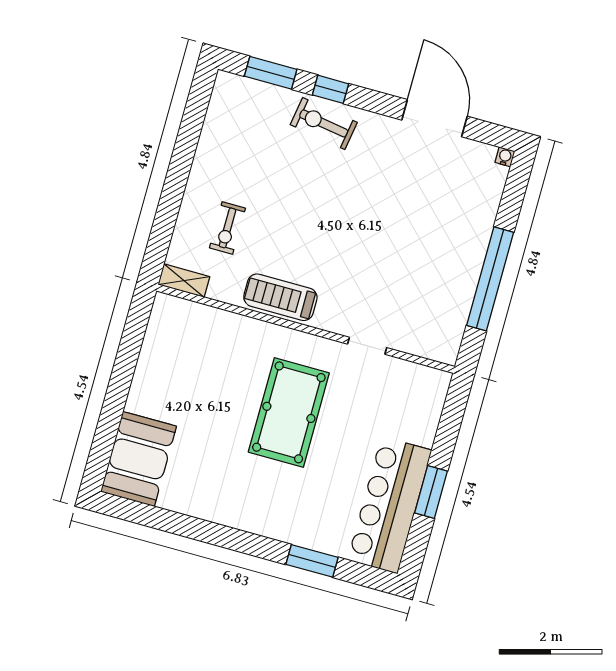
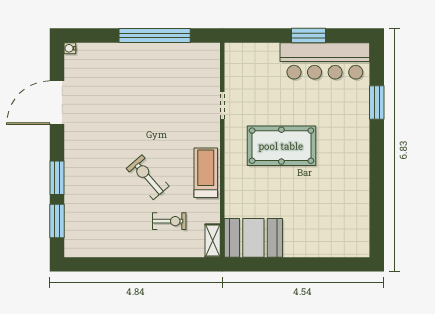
window: (331, 89) -> (57, 178), width x1.50
exercise bike: (324, 123) -> (148, 177), moved, turned 130
treadmill: (280, 297) -> (206, 173), turned 180
booth: (139, 459) -> (253, 238), moved

